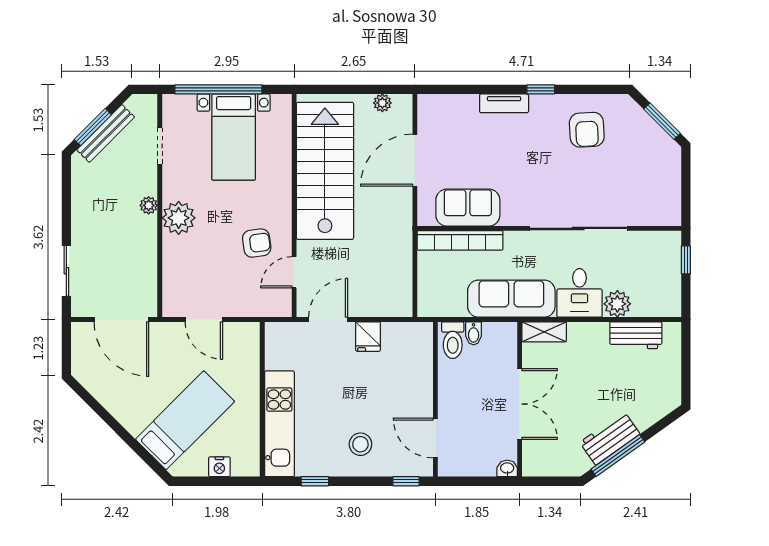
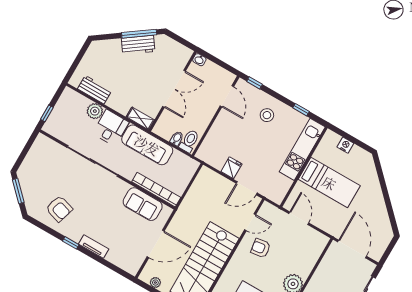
armchair: (587, 130) -> (59, 209), turned 110
door: (204, 320) -> (299, 218), moved
double door: (520, 404) -> (174, 89), swing flipped
bed: (185, 420) -> (329, 183), moved, turned -135

